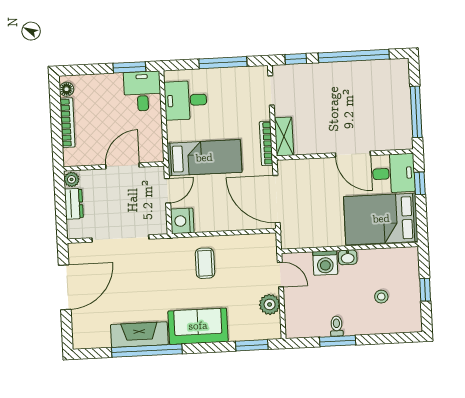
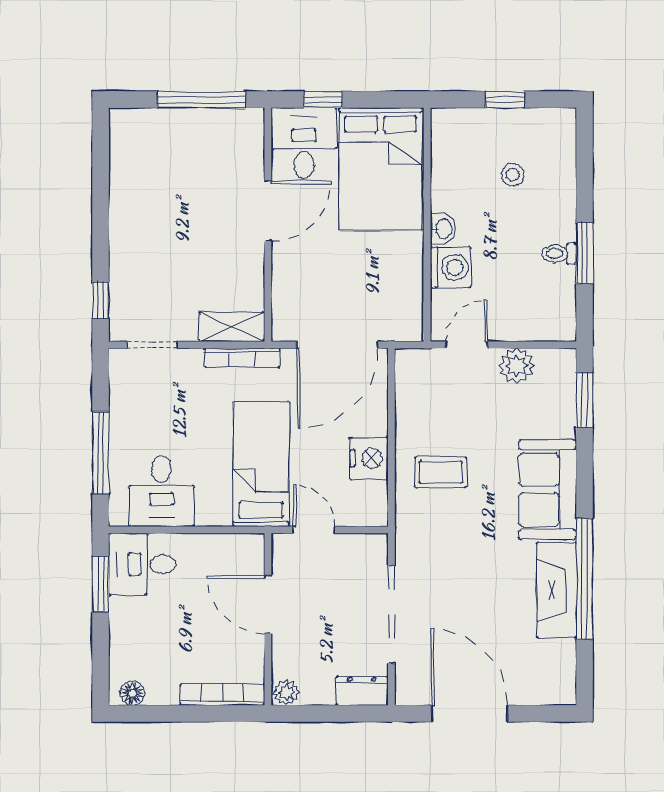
window: (354, 56) -> (101, 201), removed
window: (223, 63) -> (101, 452), moved
bookcase: (67, 123) -> (222, 695), moved
dresser: (74, 204) -> (362, 691), moved
nightstand: (182, 221) -> (369, 458), moved, turned -90

